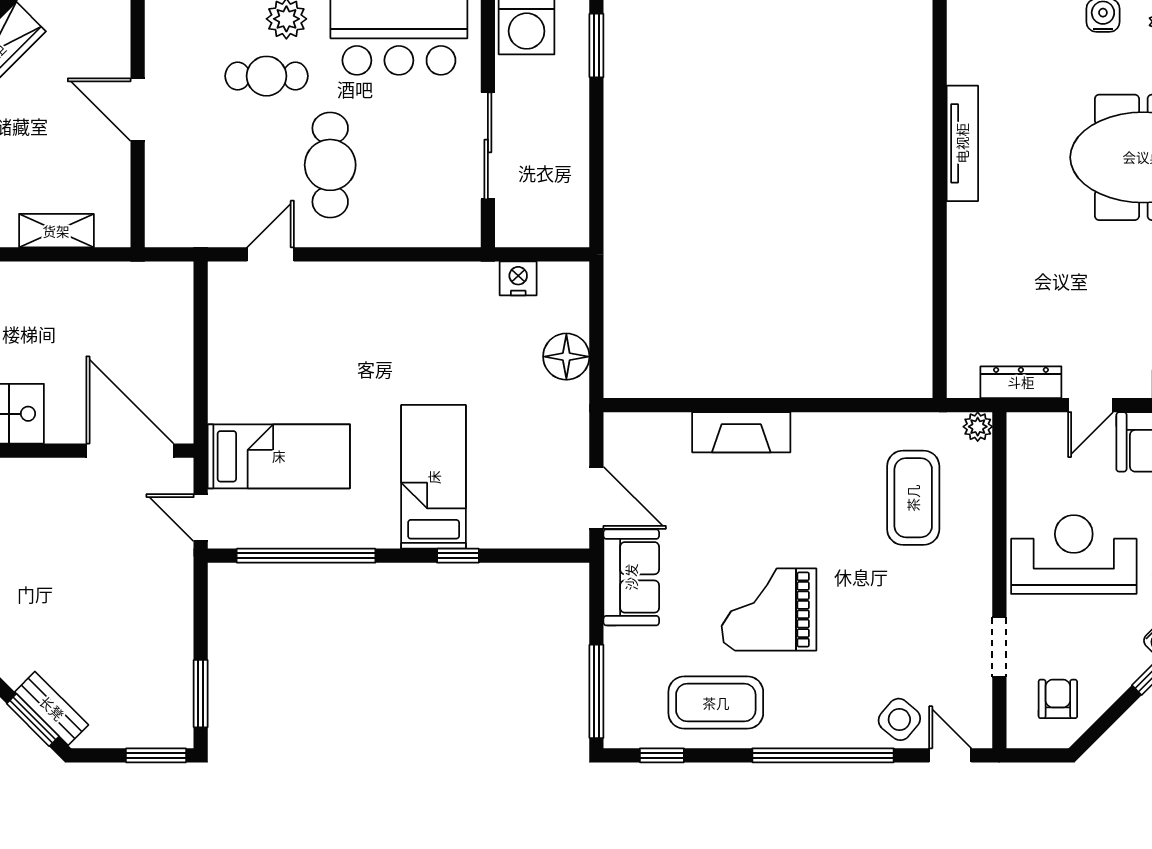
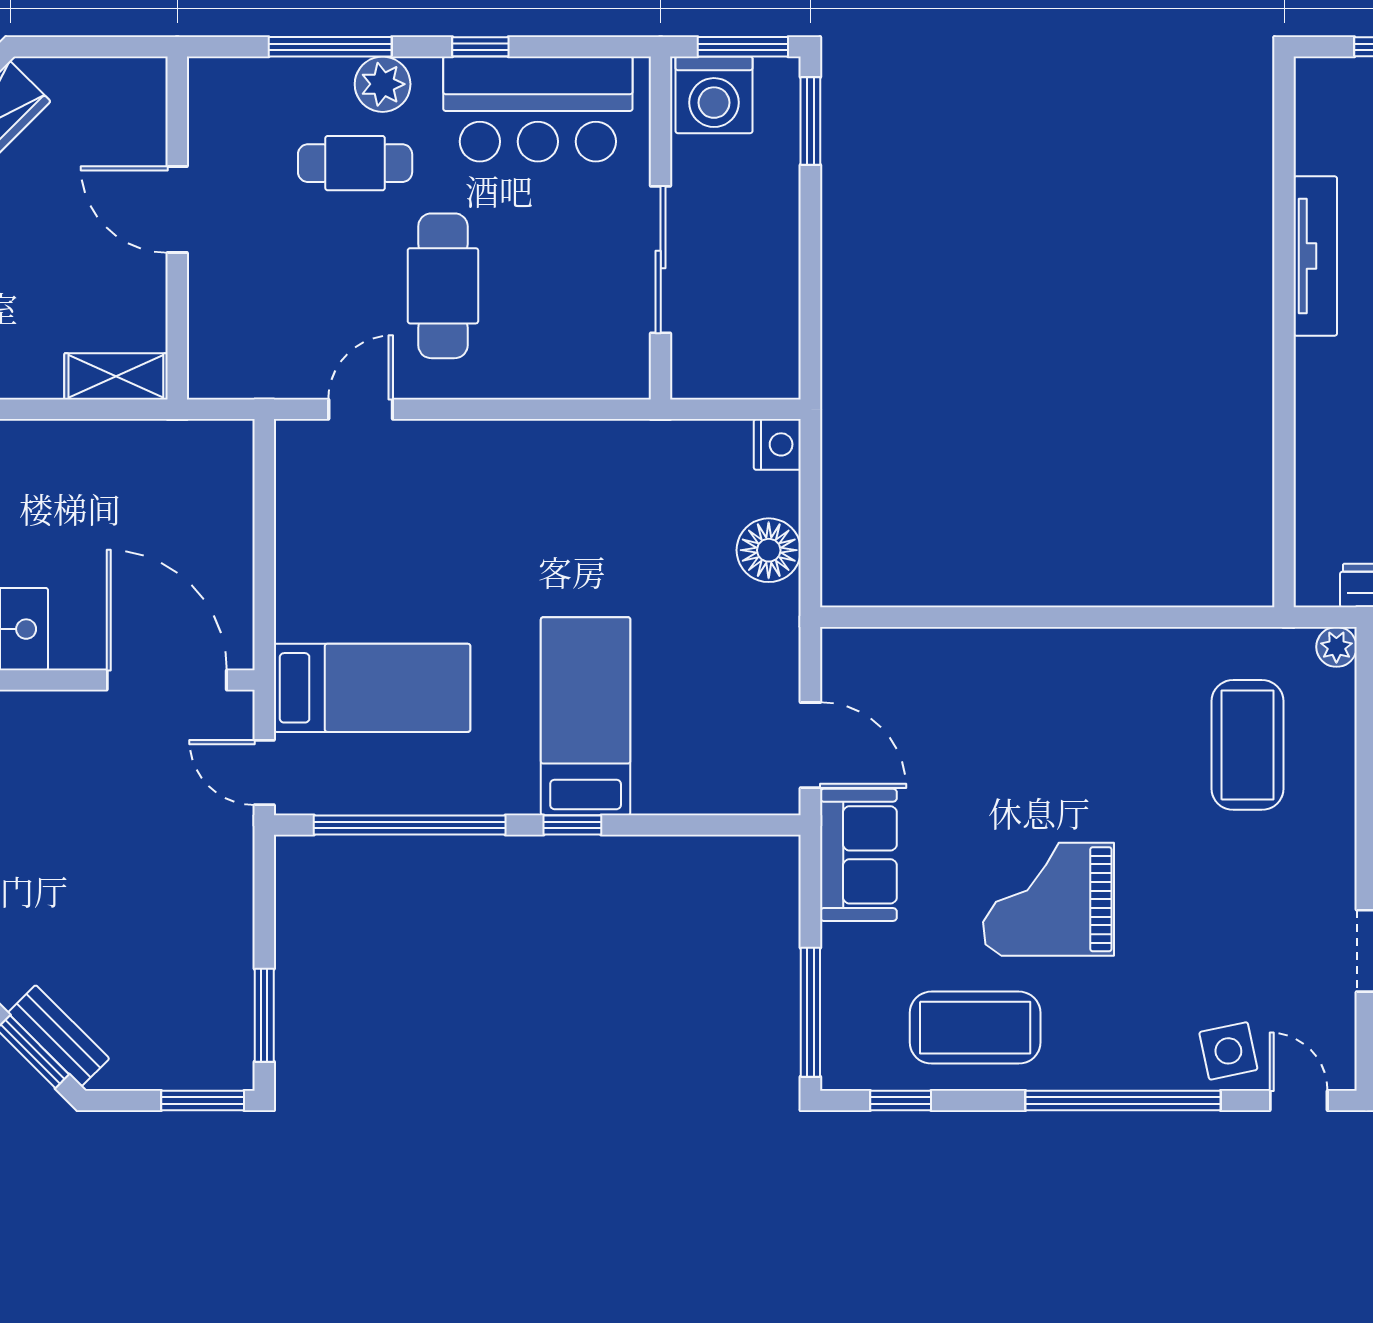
shelving: (56, 231) -> (116, 376), moved
nightstand: (518, 278) -> (777, 444), moved, turned 90
fireplace: (741, 432) -> (1010, 655), removed
window: (458, 556) -> (572, 825), moved
side table: (899, 719) -> (1228, 1051), turned 38

